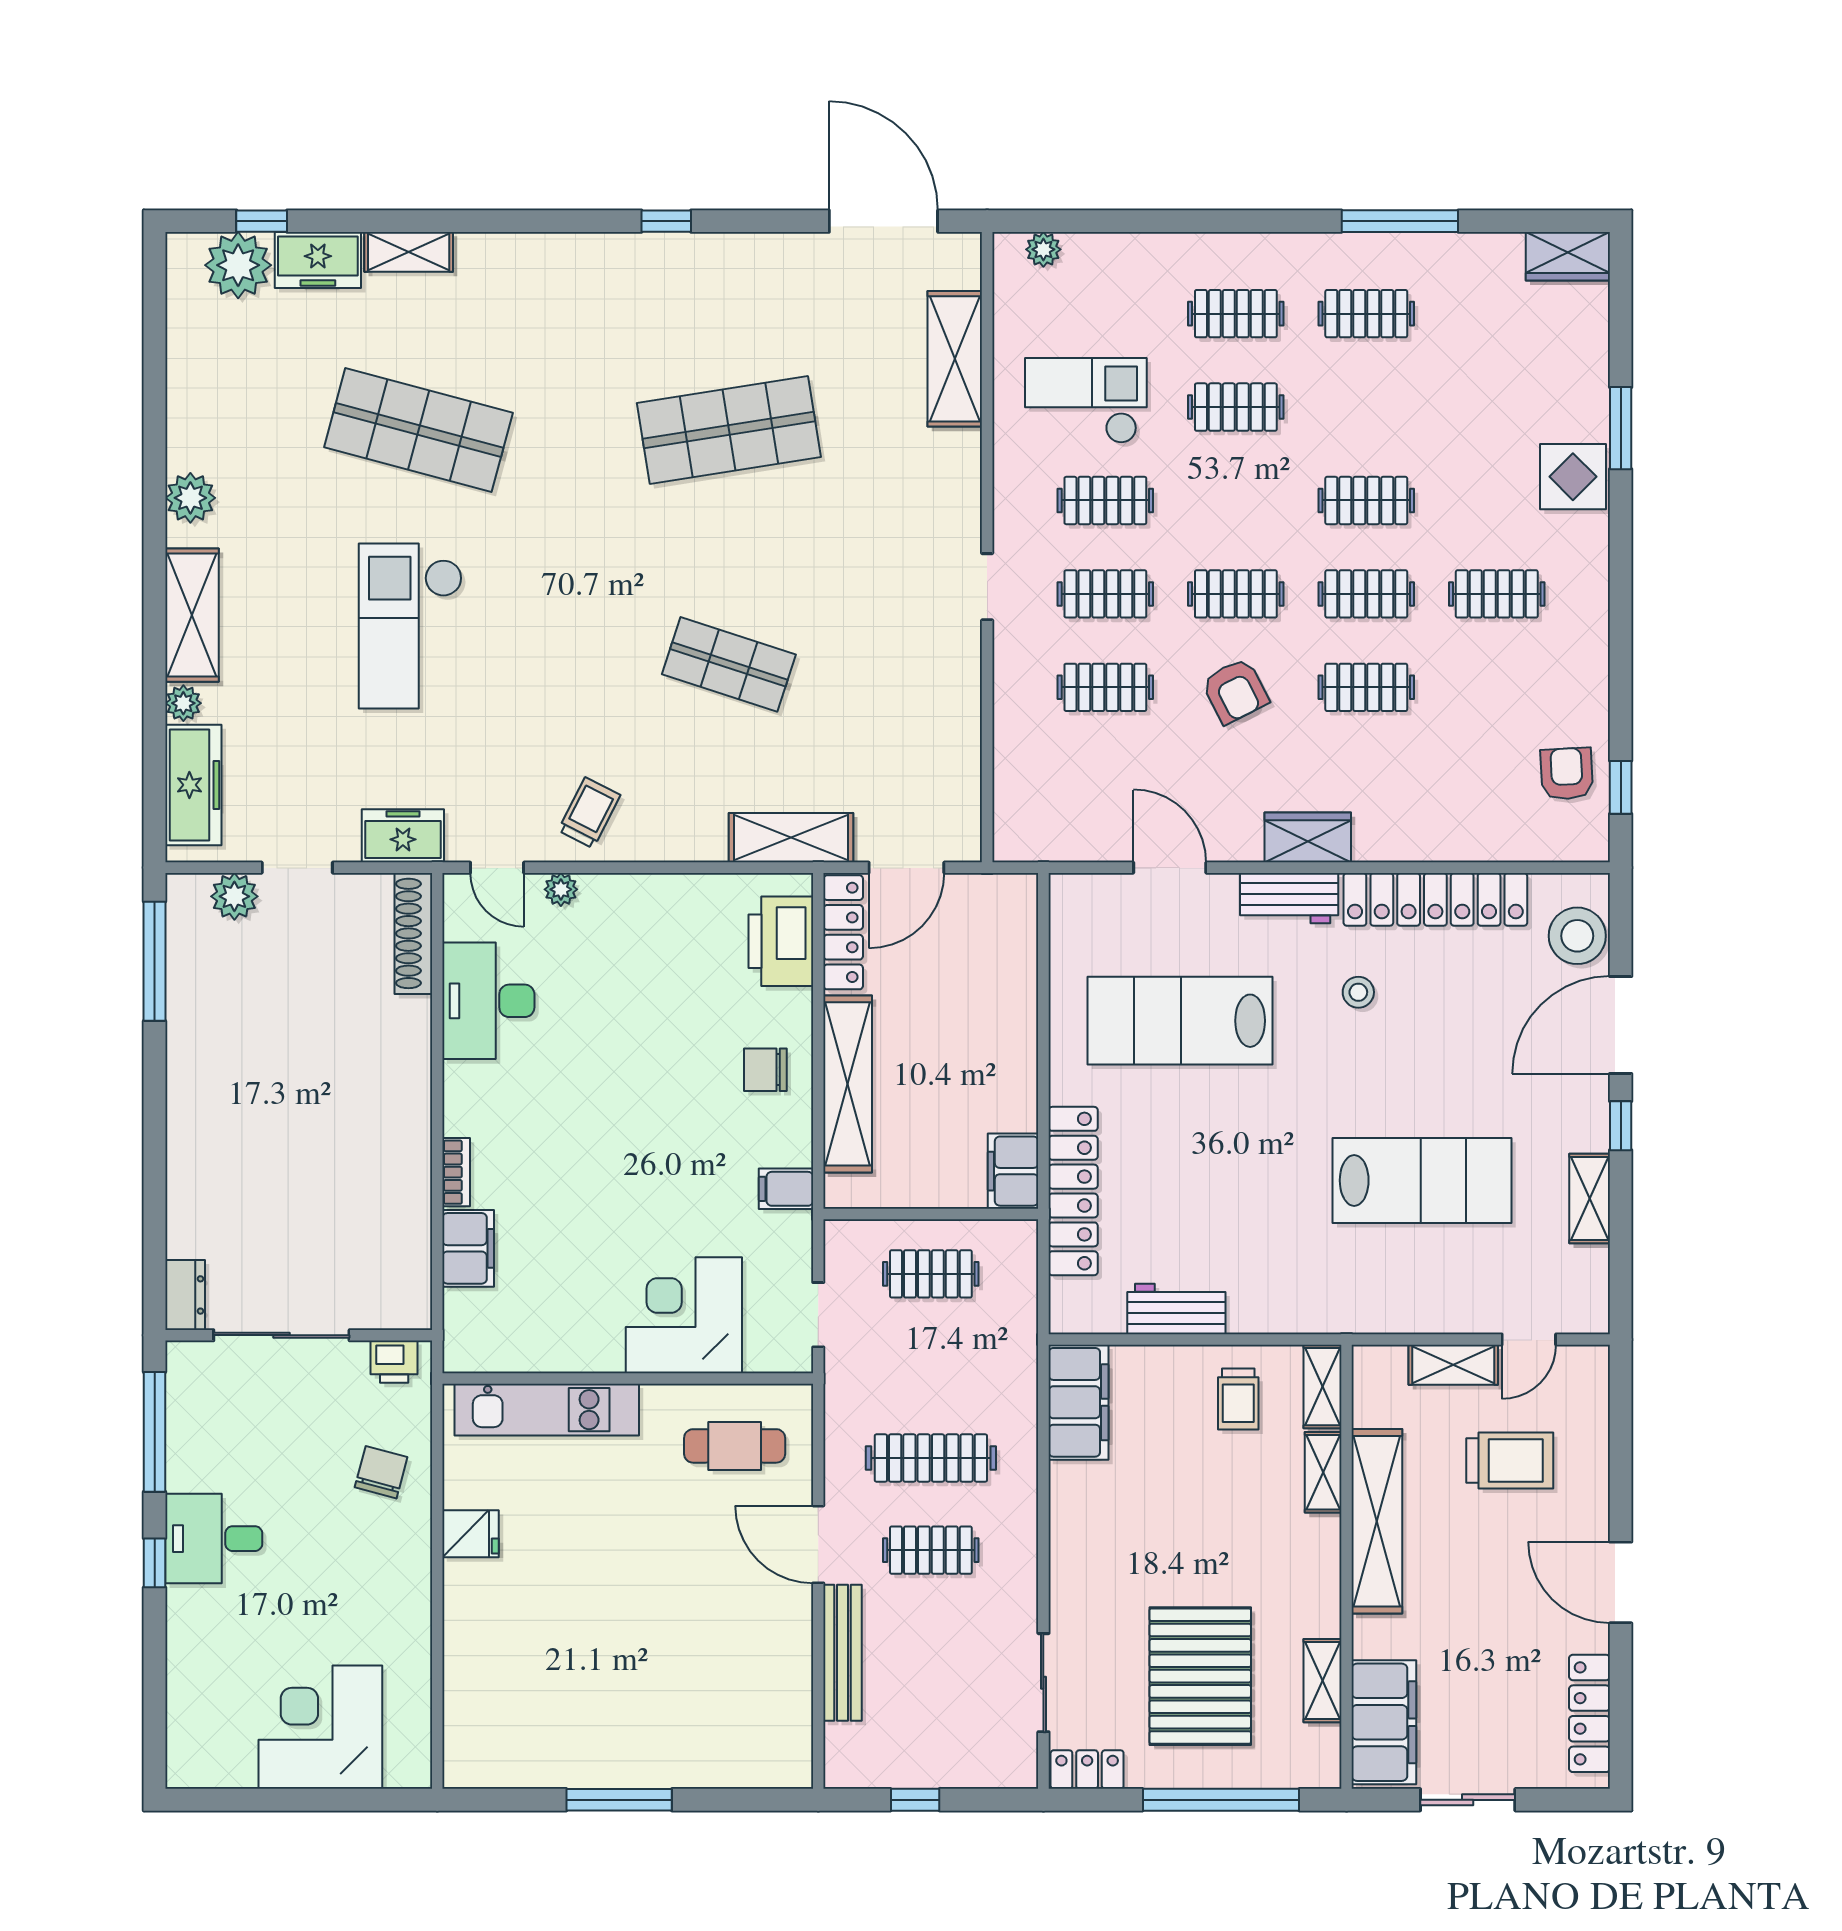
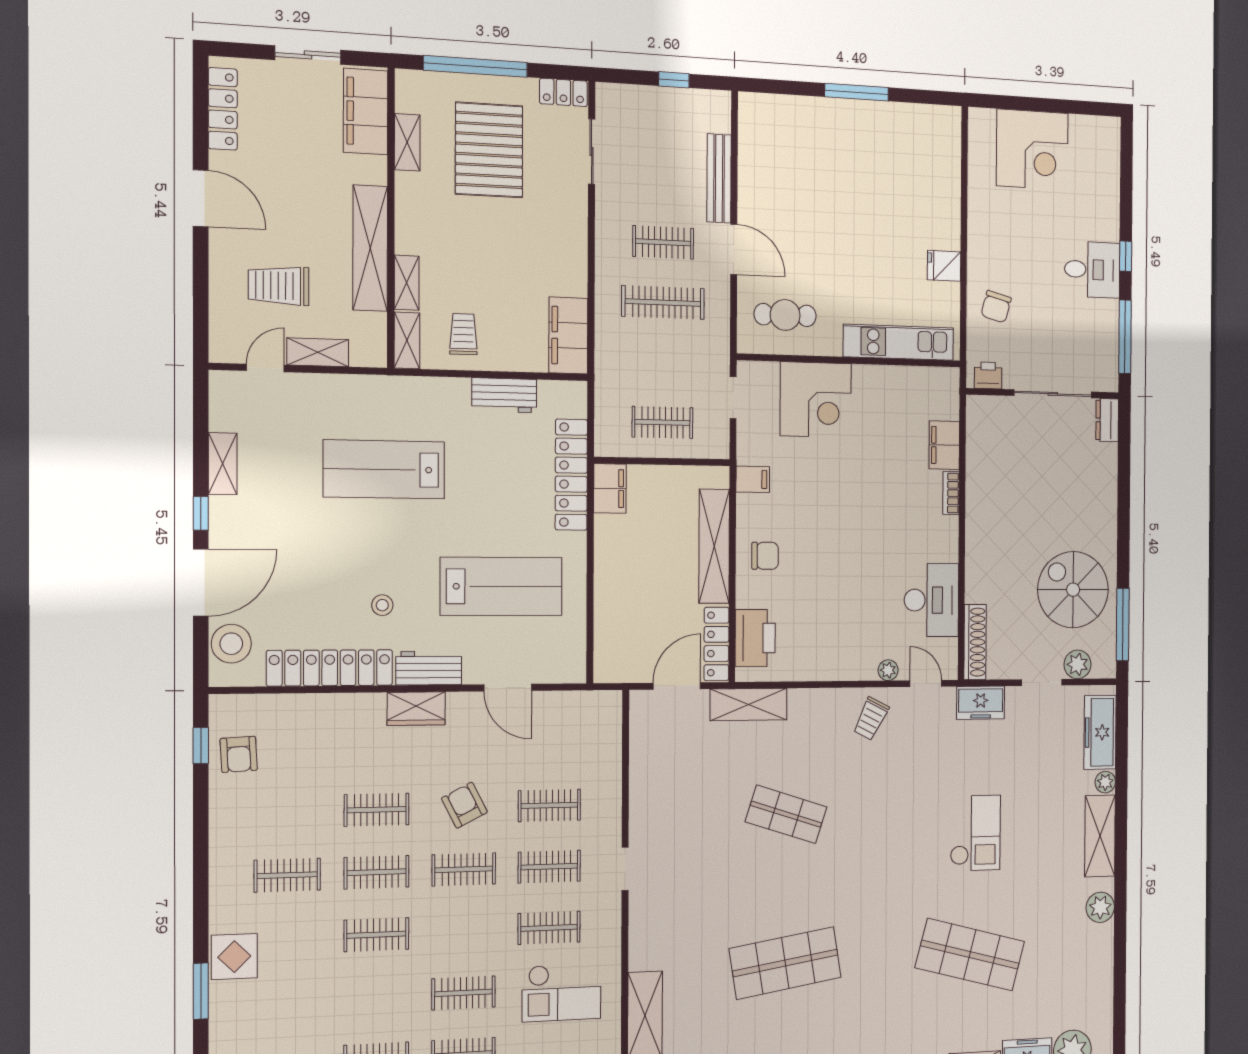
checkout: (410, 626) -> (975, 833), width x0.73, depth x0.83
spiral stairs: (243, 1018) -> (1073, 590), added
lab bench: (1422, 1180) -> (384, 469), moved

